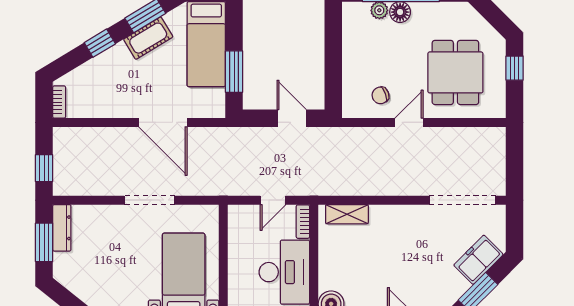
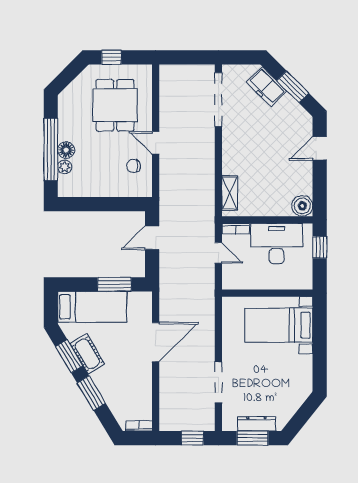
window: (100, 43) -> (91, 393), width x1.50
dining table: (455, 72) -> (115, 105), turned 90
chair: (380, 95) -> (134, 166), turned 110
doorway: (149, 200) -> (218, 382), moved
dresser: (62, 228) -> (257, 424), moved

